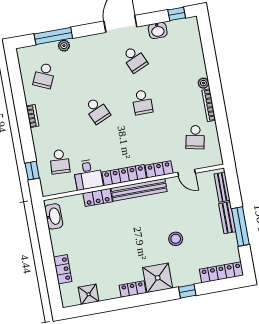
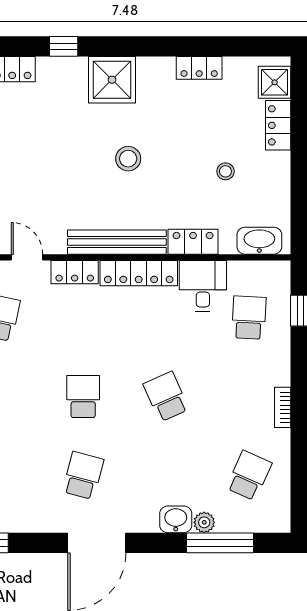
washbasin: (158, 30) -> (176, 519), moved
school desk: (135, 59) -> (83, 476), turned 39
washbasin: (54, 216) -> (259, 241), moved, turned 90
stool: (87, 239) -> (225, 171), added
stool: (176, 239) -> (128, 159), moved
locker: (133, 289) -> (199, 68), moved
shower: (89, 294) -> (275, 82), moved

